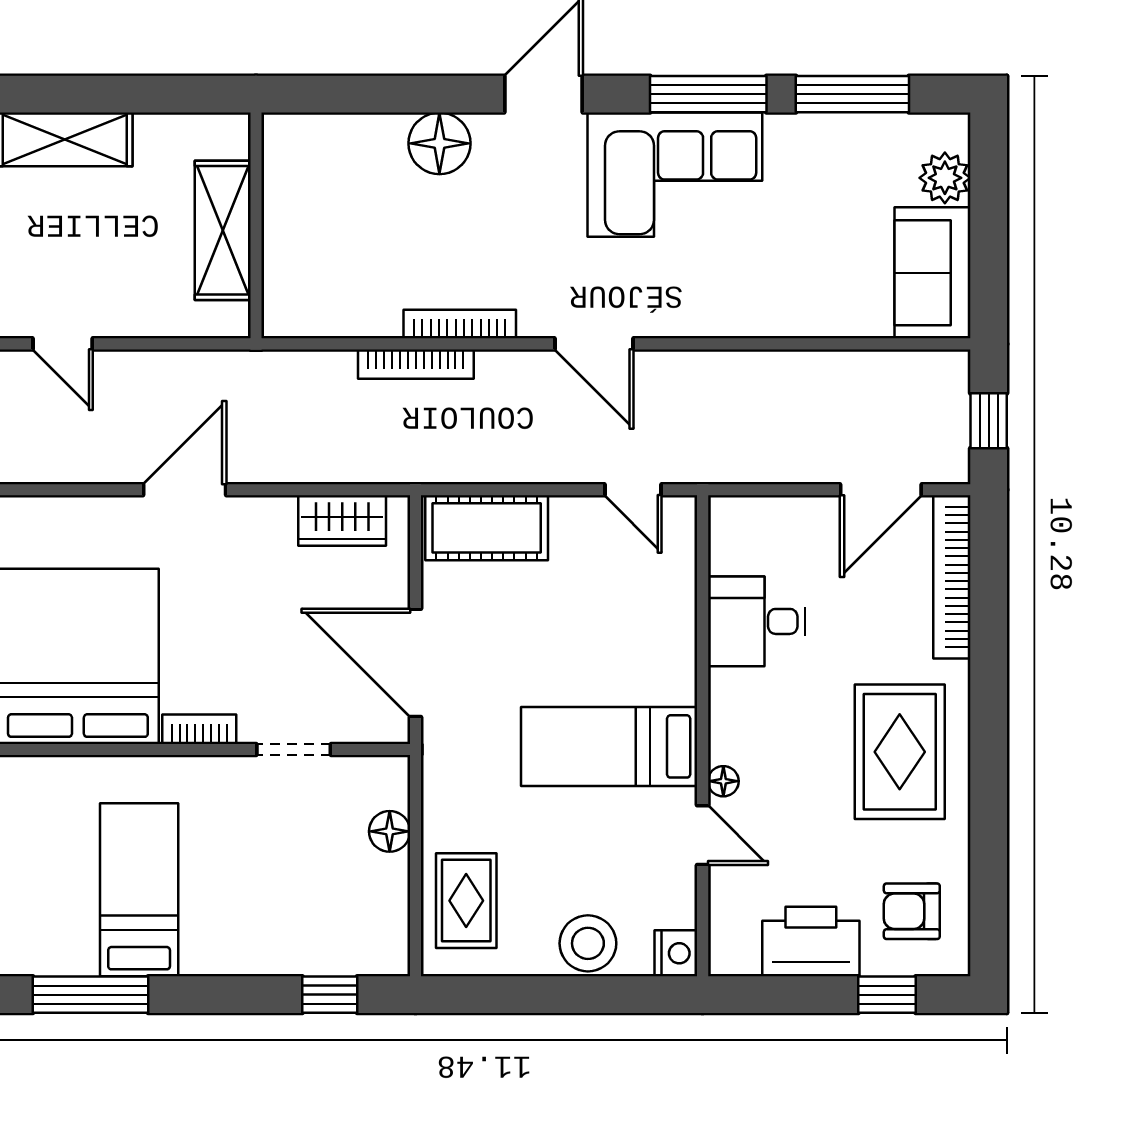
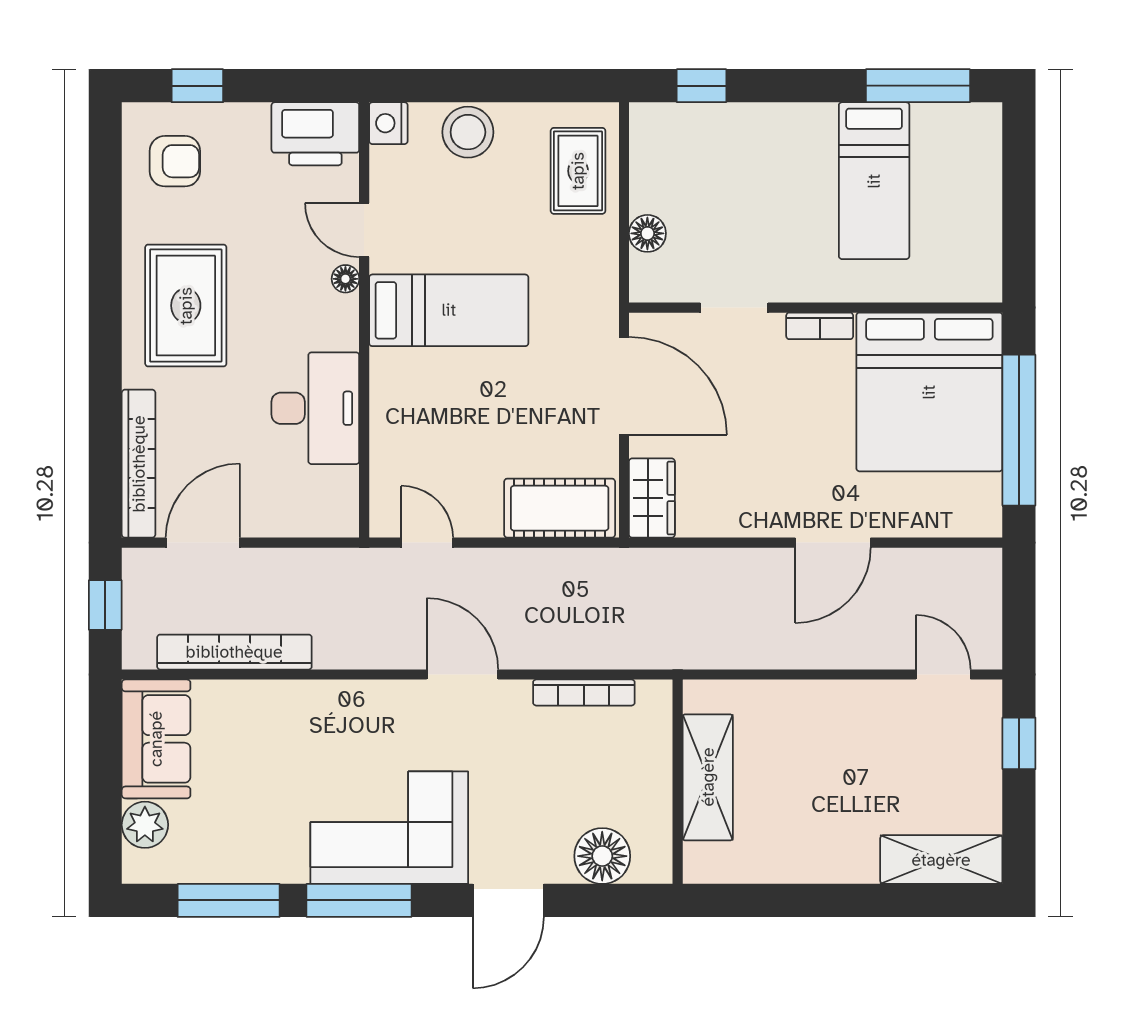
wall: (256, 225) -> (678, 782), moved
shelving: (223, 230) -> (708, 777), moved
bookcase: (416, 364) -> (234, 652), moved, width x1.48, depth x1.31
wardrobe: (342, 521) -> (652, 498), moved, turned 90
desk: (757, 621) -> (315, 408), width x1.37
printer: (811, 942) -> (315, 134), moved

